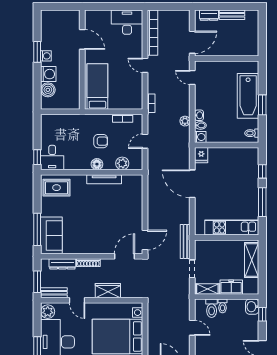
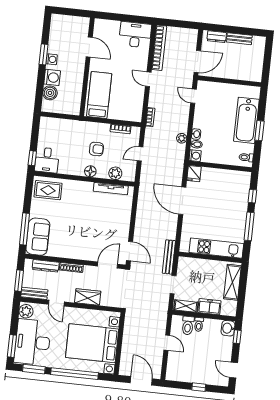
tv unit: (104, 179) -> (111, 189), moved
door: (145, 240) -> (130, 251), hinge flipped

